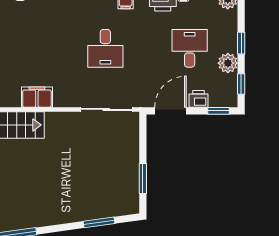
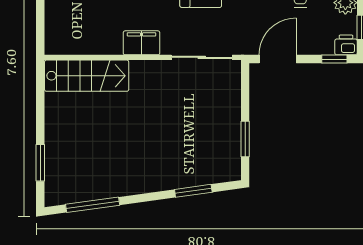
filing cabinet: (37, 97) -> (141, 43), moved
printer: (198, 99) -> (346, 45), moved

